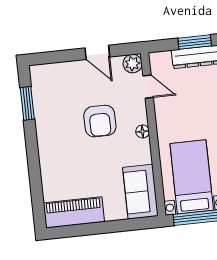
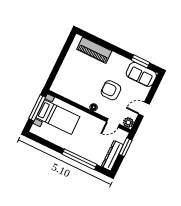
window: (195, 42) -> (126, 147), moved
sofa: (140, 192) -> (141, 74), moved, turned 180
piano: (74, 212) -> (94, 50), moved, turned 90

